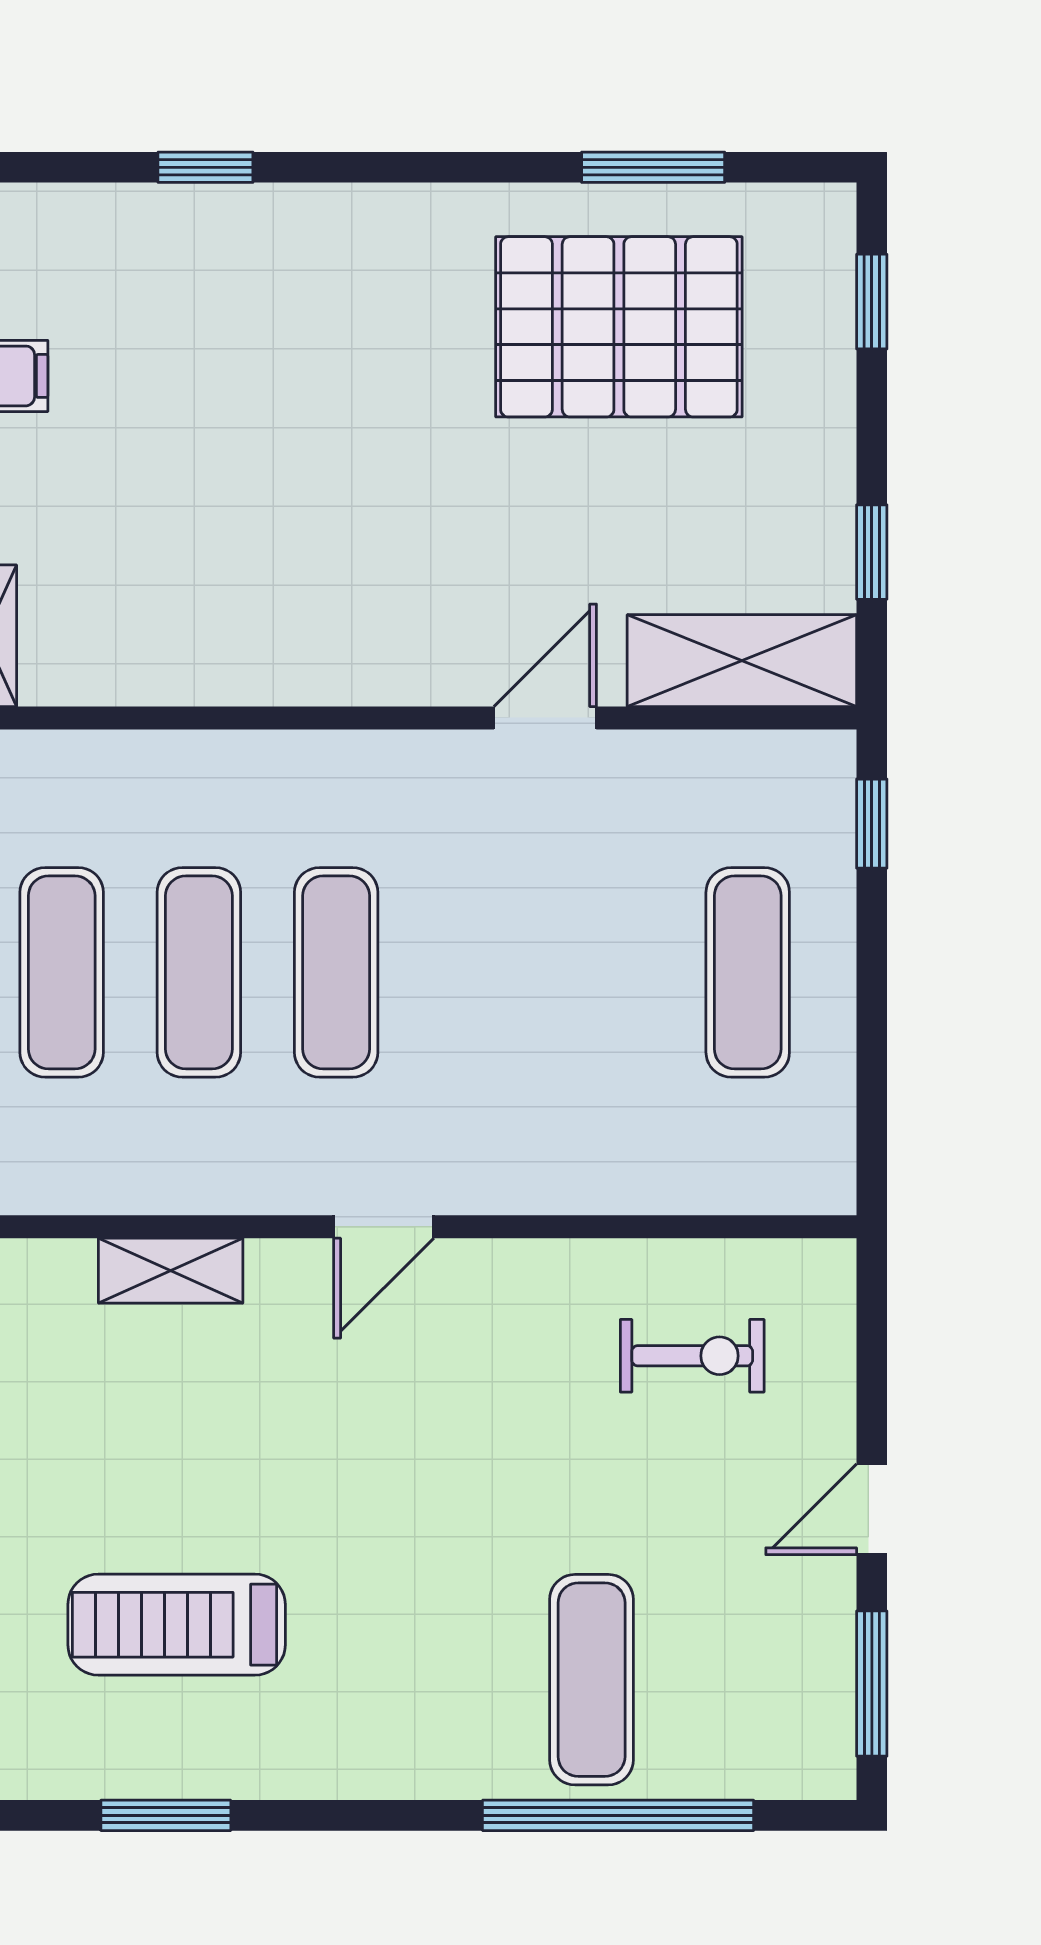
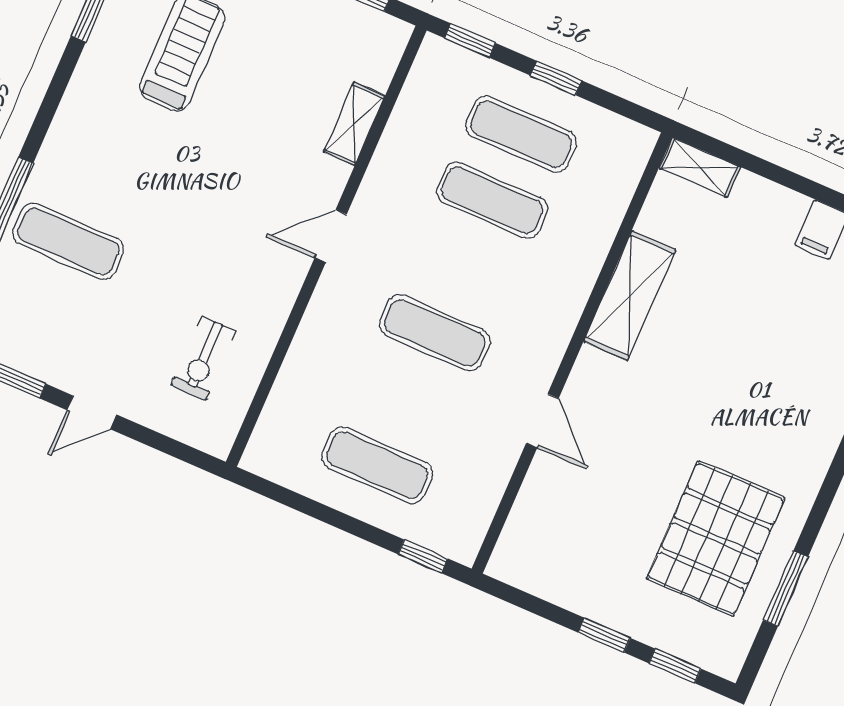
window: (872, 552) -> (604, 635), moved
shelving: (742, 661) -> (630, 296), moved
exercise mat: (336, 972) -> (435, 333), moved
door: (384, 1227) -> (331, 236), hinge flipped
door: (872, 1509) -> (92, 412), swing flipped

